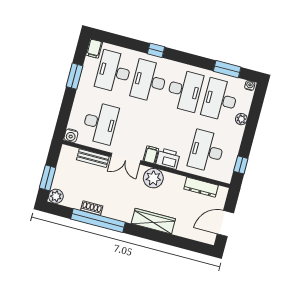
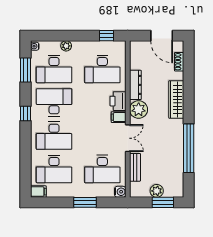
window: (156, 50) -> (26, 113), moved
window: (74, 76) -> (85, 202), moved
desk: (100, 123) -> (102, 169), turned 180
dresser: (201, 187) -> (135, 85), moved
plant: (56, 196) -> (157, 191), moved
shoe rack: (92, 208) -> (179, 62), moved

